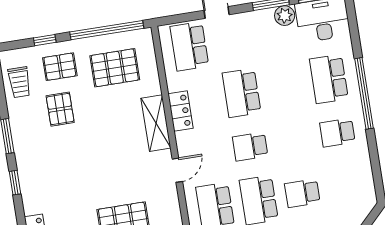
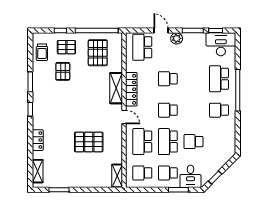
plant: (285, 16) -> (177, 38), moved
pallet: (115, 68) -> (98, 53), turned 90
school desk: (242, 93) -> (168, 79), width x0.54
locker: (181, 111) -> (131, 89), width x1.53
door: (177, 170) -> (124, 117), hinge flipped

